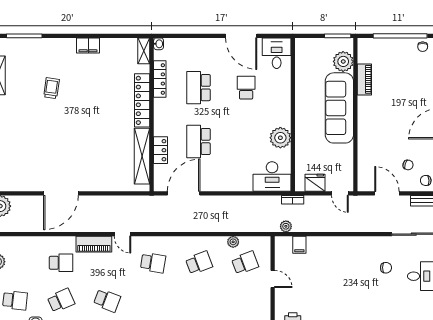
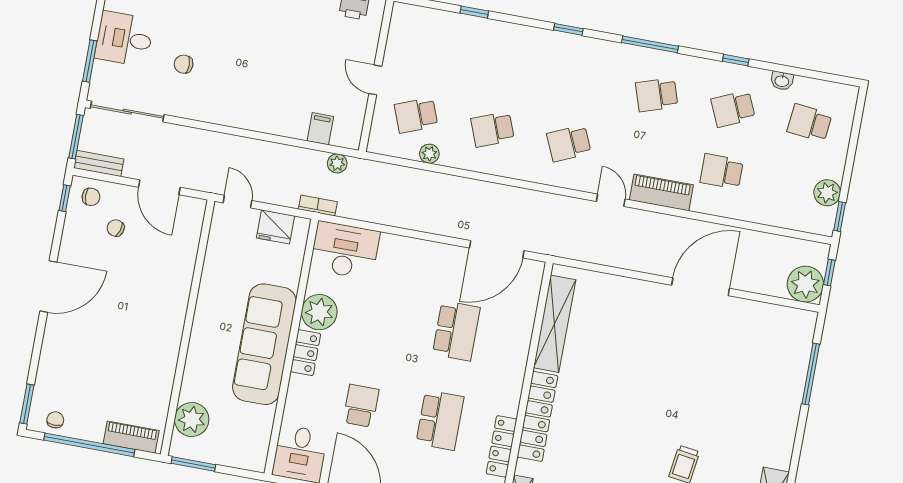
piano: (364, 79) -> (131, 437), moved, turned 90
school desk: (246, 88) -> (361, 406), turned 180
sofa: (339, 108) -> (264, 344), moved, turned 180
locker: (161, 150) -> (305, 353), moved, turned 180
school desk: (153, 263) -> (569, 143), turned -33
school desk: (107, 300) -> (657, 95), turned -39

